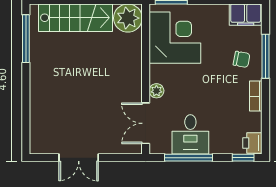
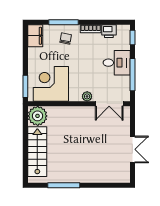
window: (26, 39) -> (64, 185), moved
desk: (190, 134) -> (117, 63), moved
printer: (252, 143) -> (109, 31), moved

